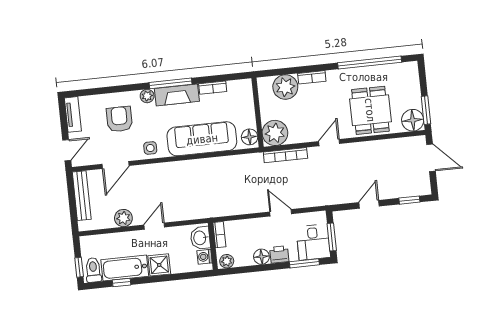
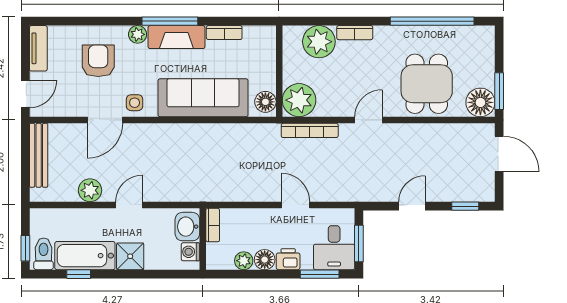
door: (116, 165) -> (105, 120), moved
plant: (227, 261) -> (244, 261), moved

